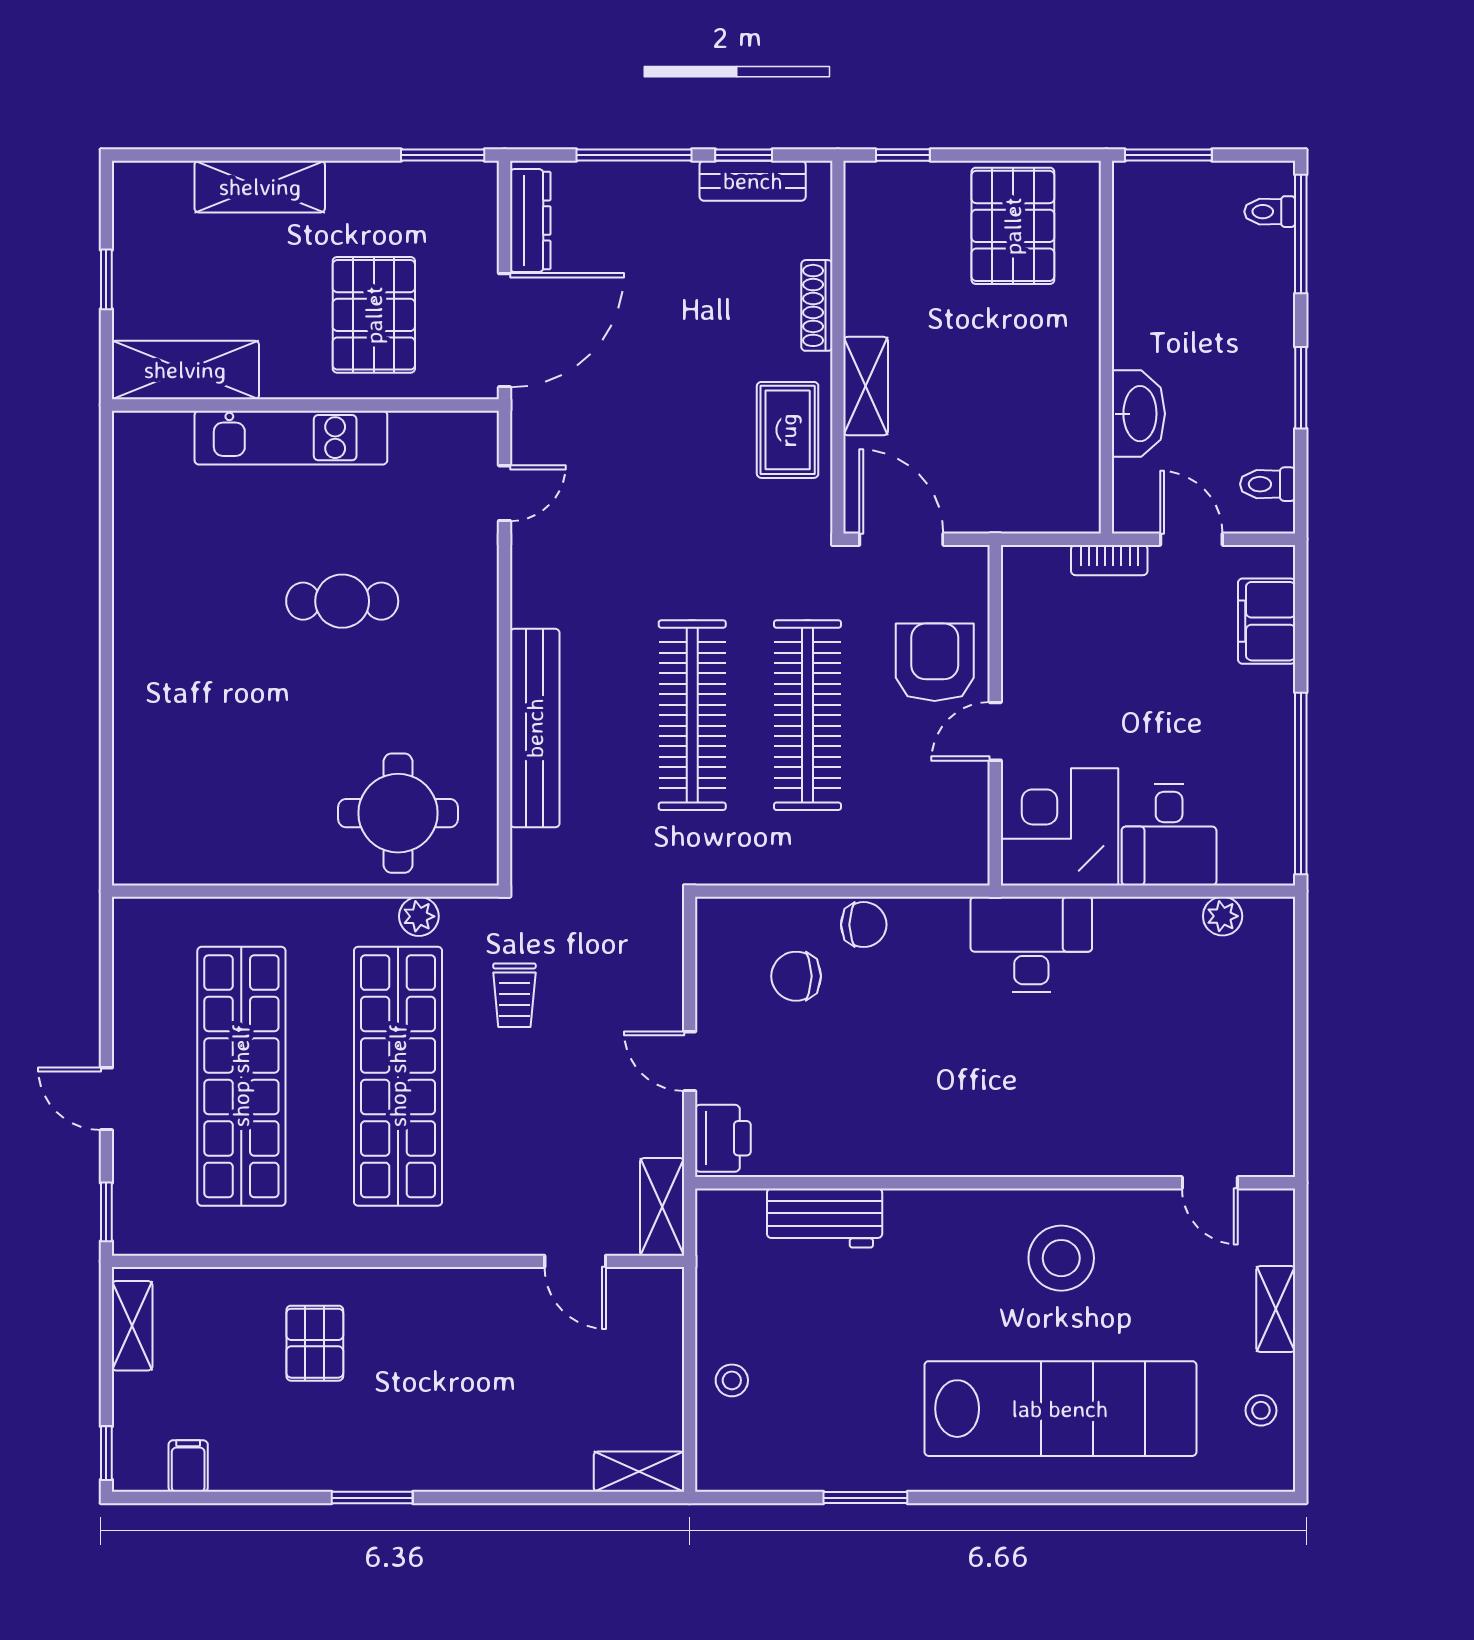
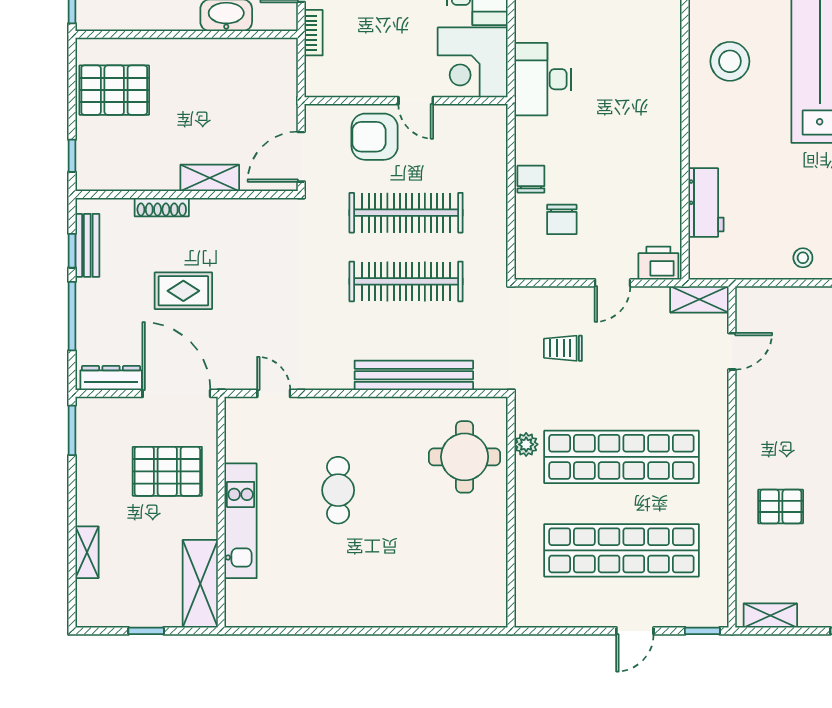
shelving: (260, 187) -> (87, 552), width x0.67, depth x0.75
rug: (788, 430) -> (183, 291), moved
trolley: (514, 995) -> (563, 348), moved, turned 180

